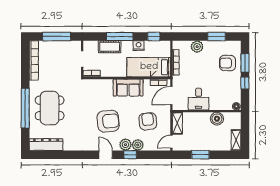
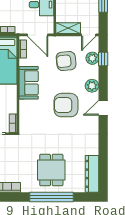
dining table: (50, 108) -> (51, 170), width x0.73
armchair: (108, 121) -> (66, 105), turned -84
door: (171, 142) -> (89, 35), hinge flipped
plant: (138, 145) -> (92, 58), moved
window: (130, 155) -> (103, 59), moved

